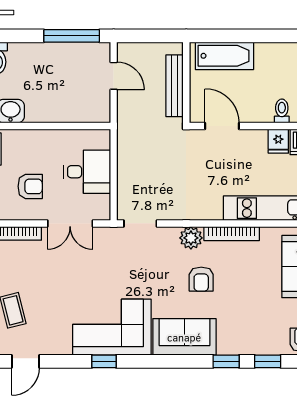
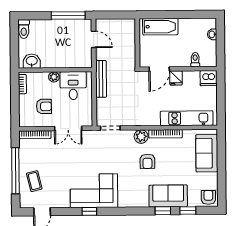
bench: (174, 86) -> (101, 79), moved
door: (222, 126) -> (159, 69), swing flipped
plant: (47, 138) -> (54, 77), added
fridge: (278, 141) -> (176, 78), moved
desk: (87, 172) -> (73, 86), moved, turned -90
sofa: (184, 337) -> (168, 196), moved

